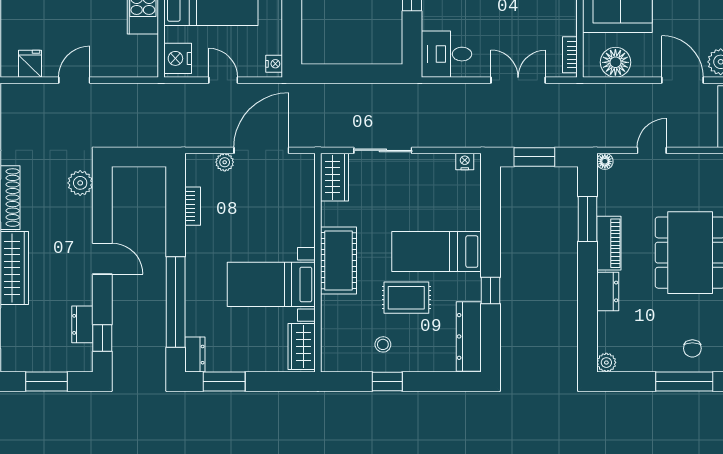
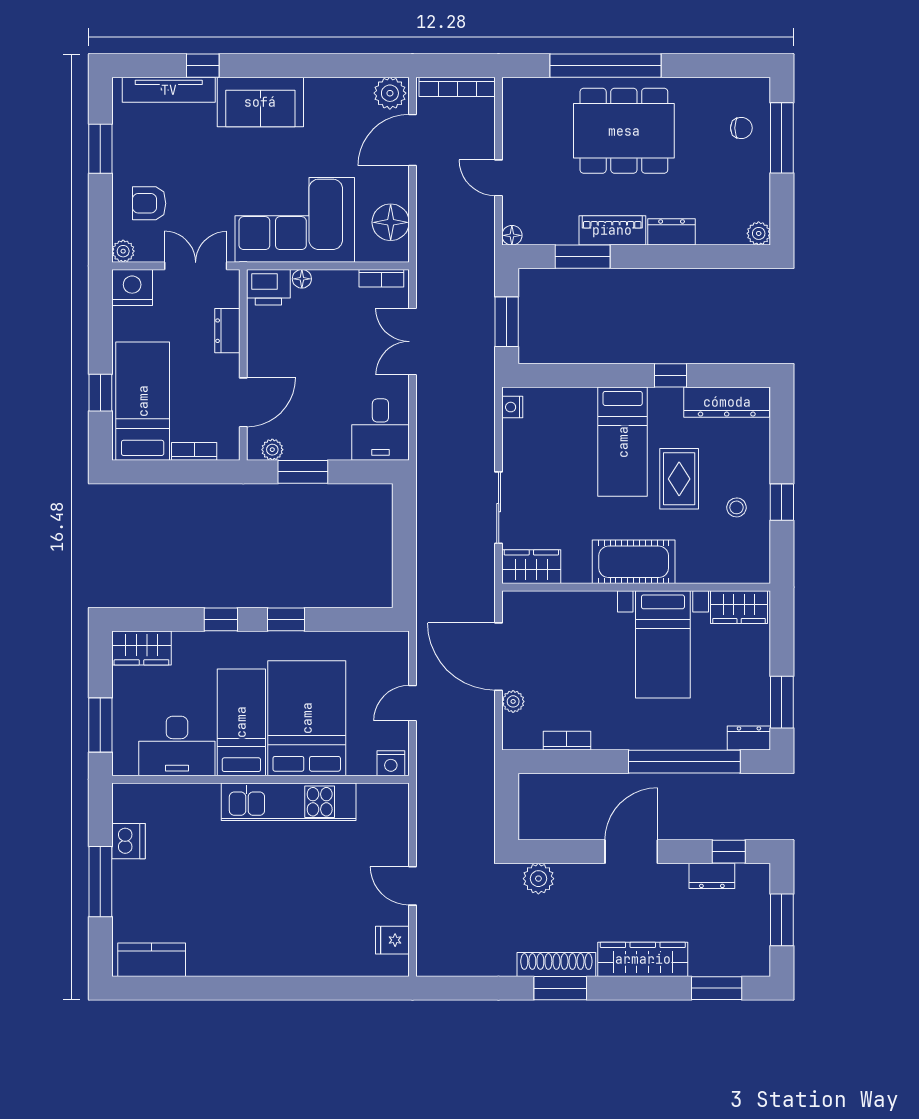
nightstand: (178, 58) -> (391, 763), width x0.74, depth x0.75
nightstand: (274, 64) -> (392, 641), removed
door: (102, 259) -> (631, 852), width x1.38

